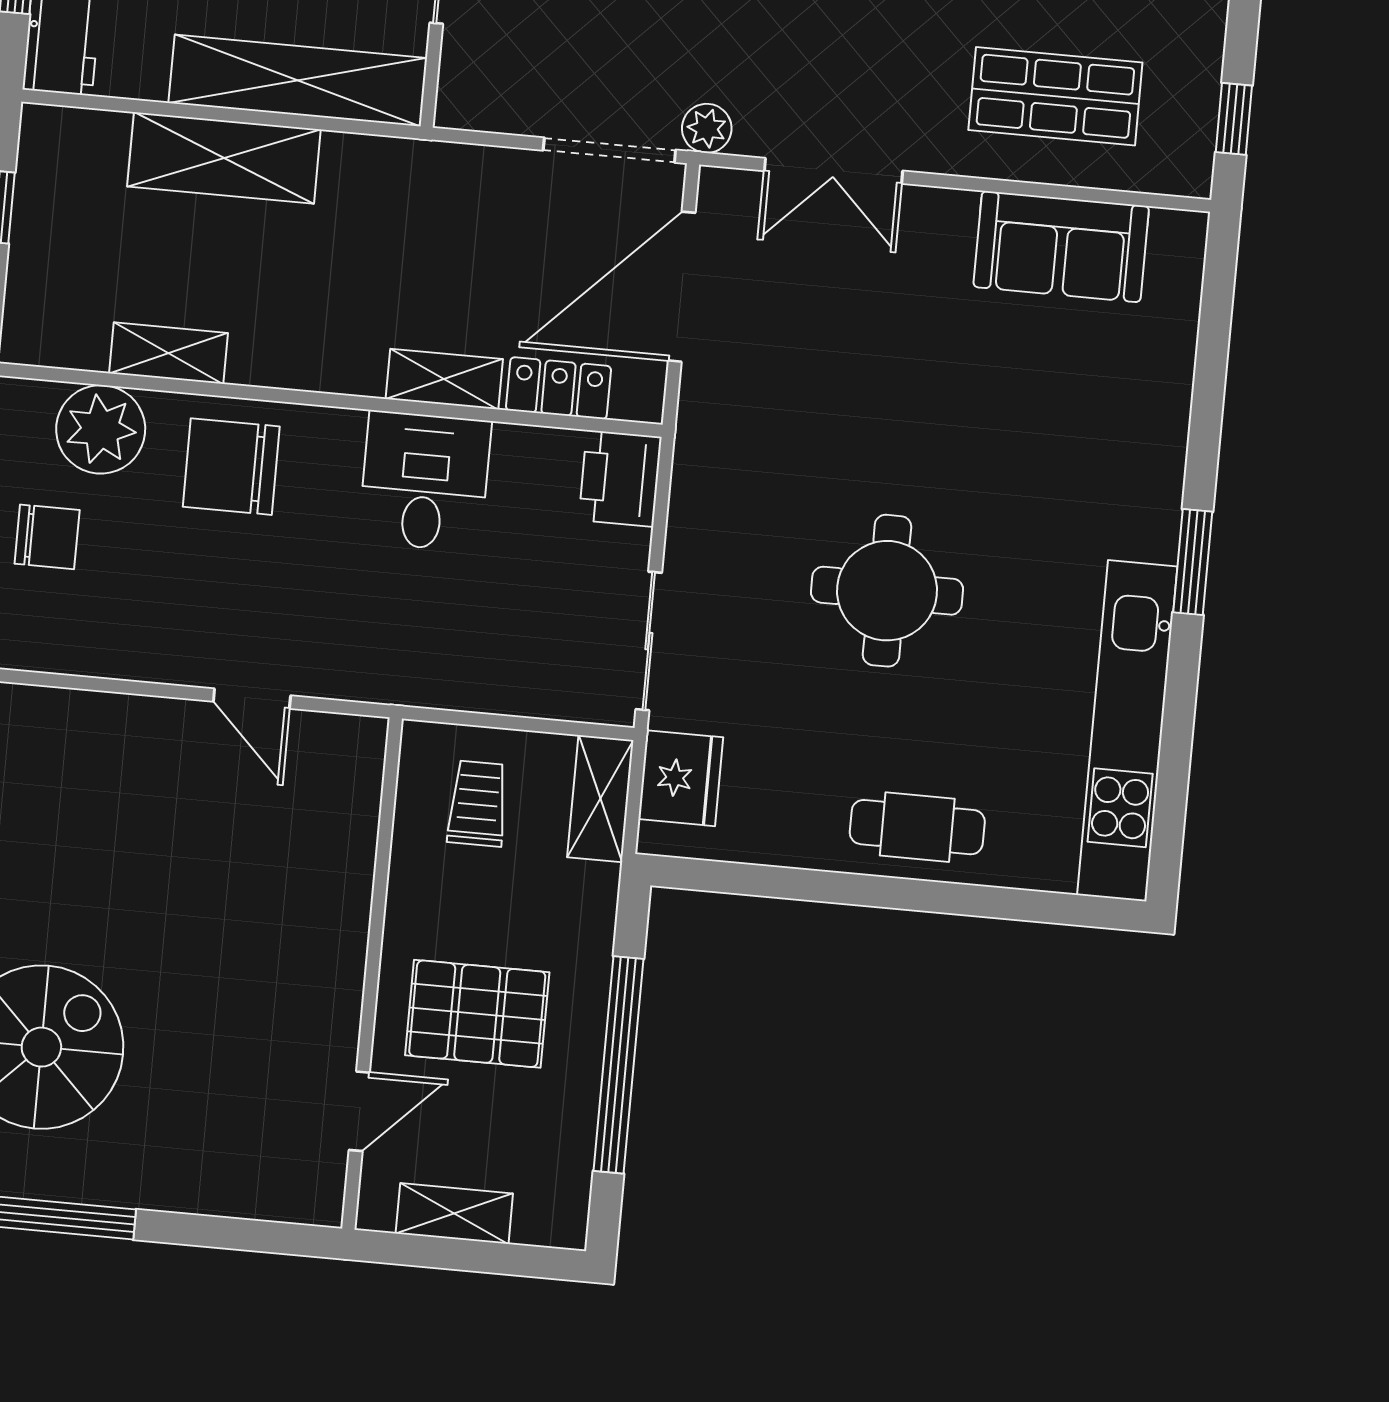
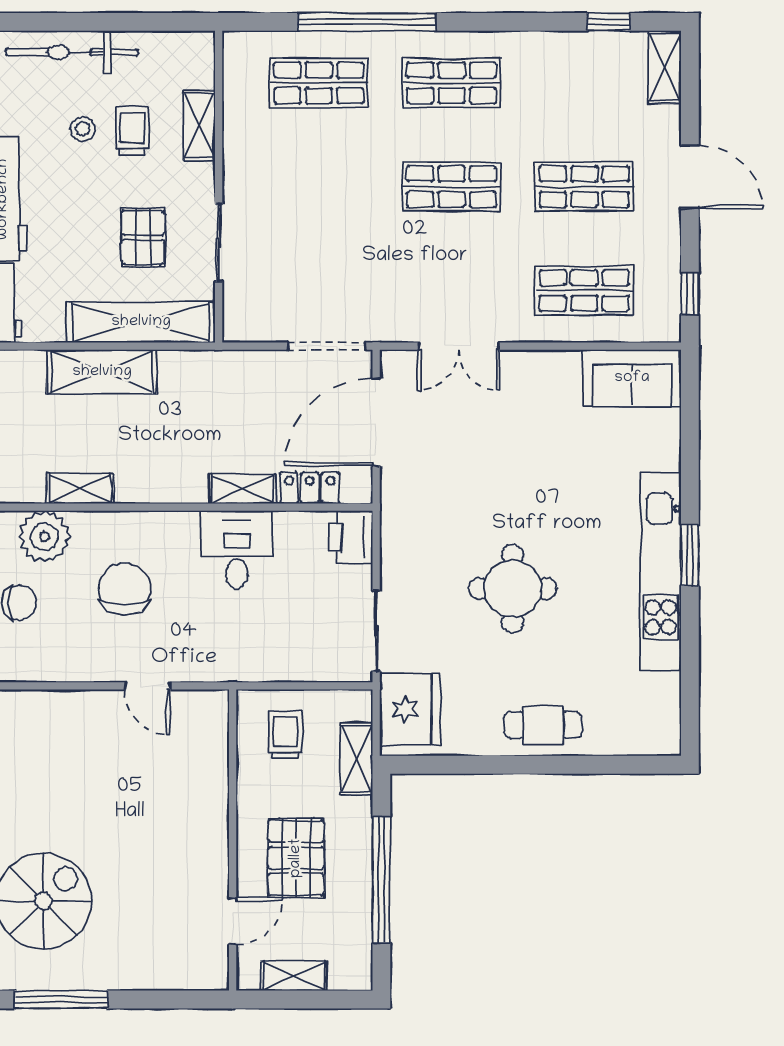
plant: (707, 128) -> (382, 328), removed
sofa: (1061, 247) -> (632, 378), moved
chair: (231, 467) -> (124, 589), moved, turned 90
kitchen unit: (1127, 731) -> (661, 572), moved
fridge: (681, 778) -> (410, 709), width x1.36, depth x1.34
shelving: (600, 799) -> (356, 759), moved
pallet: (477, 1014) -> (296, 858), turned 90

